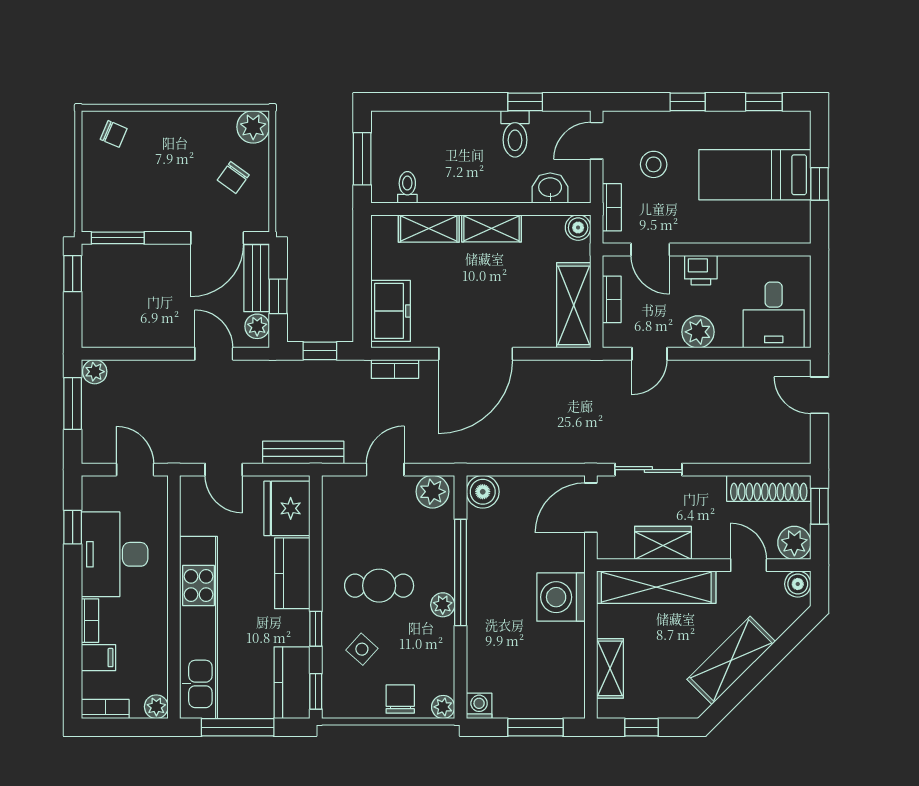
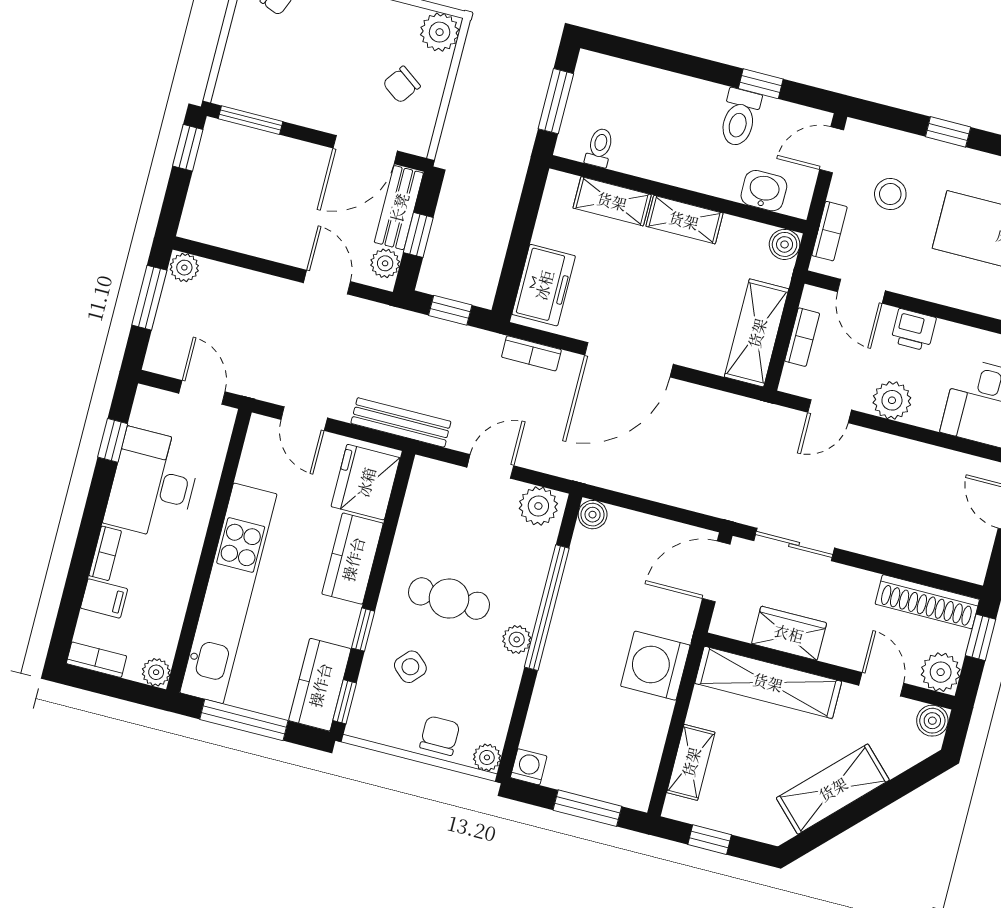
boiler: (483, 492) -> (593, 515), width x0.73, depth x0.73

